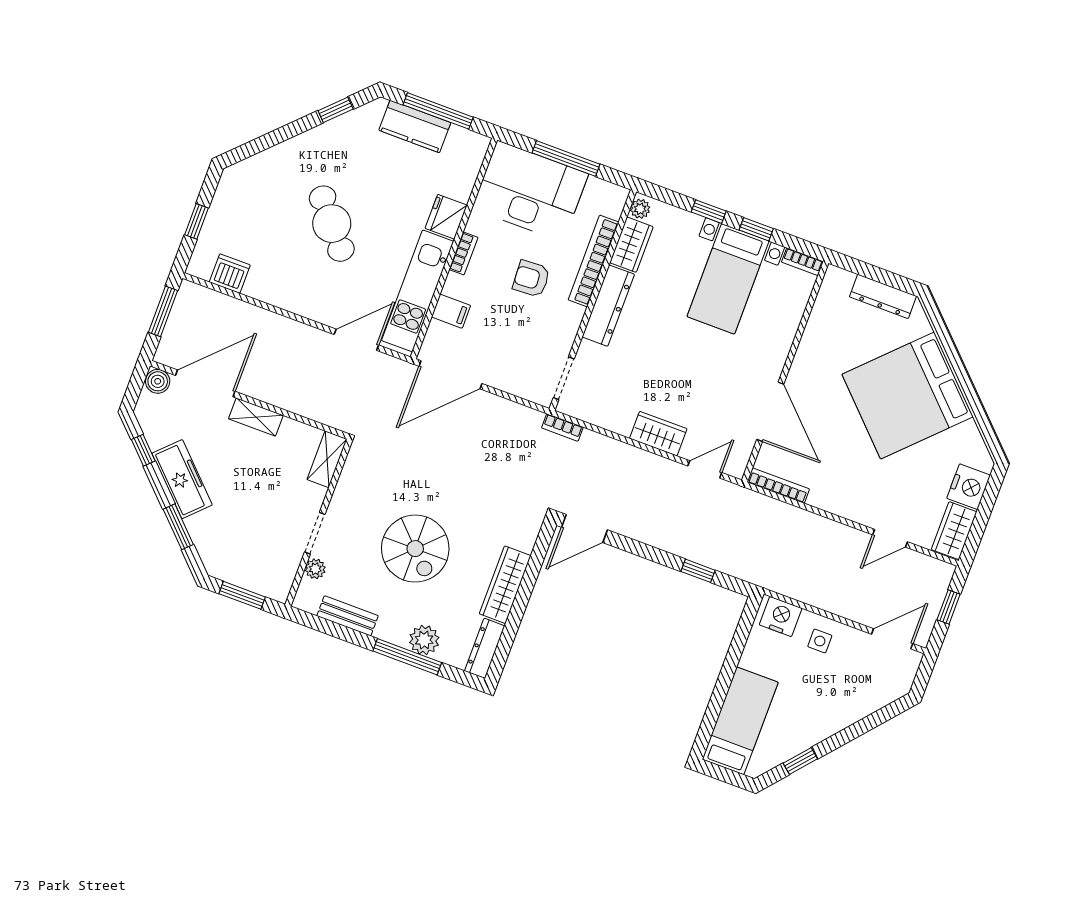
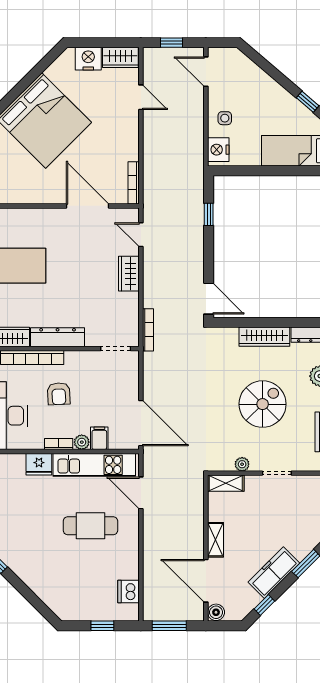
cafe table: (332, 224) -> (90, 526), moved, turned 40
plant: (455, 286) -> (82, 442), added
door: (770, 412) -> (88, 206), hinge flipped
bookcase: (562, 427) -> (148, 330), width x1.56
plant: (315, 569) -> (242, 464), moved

